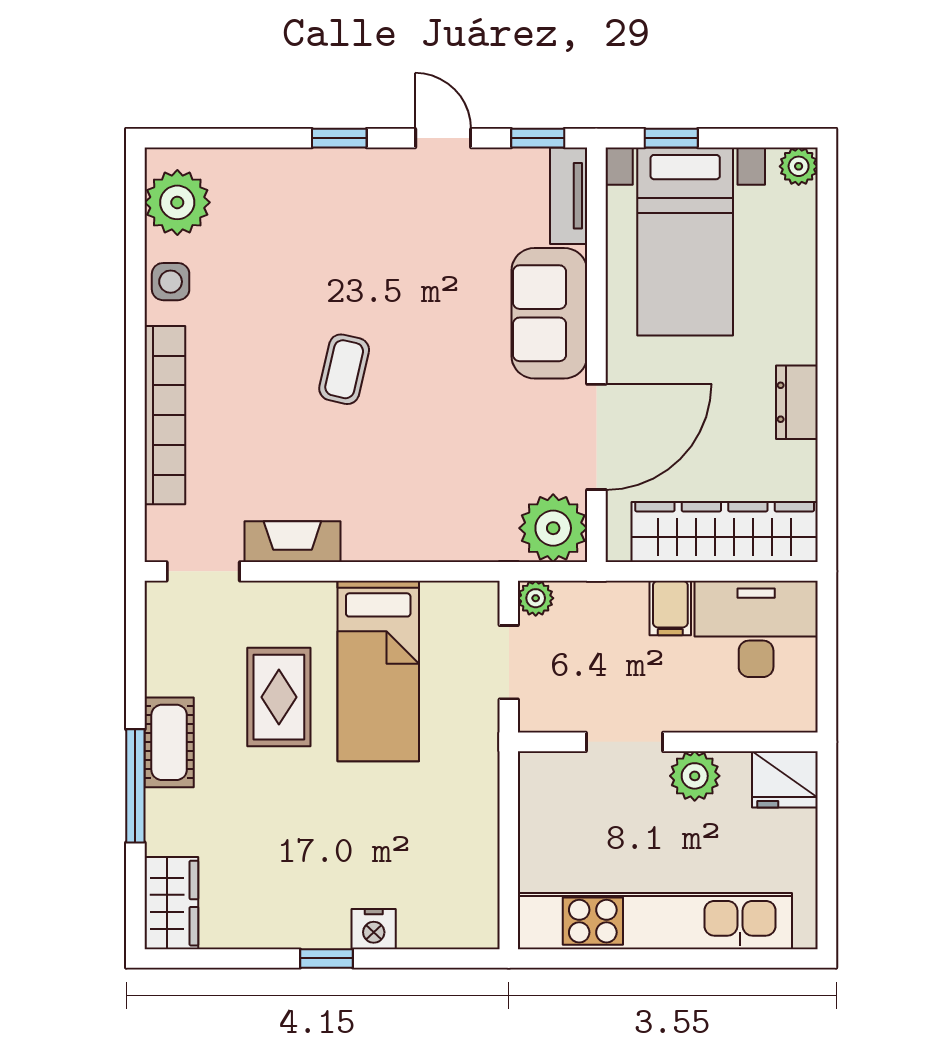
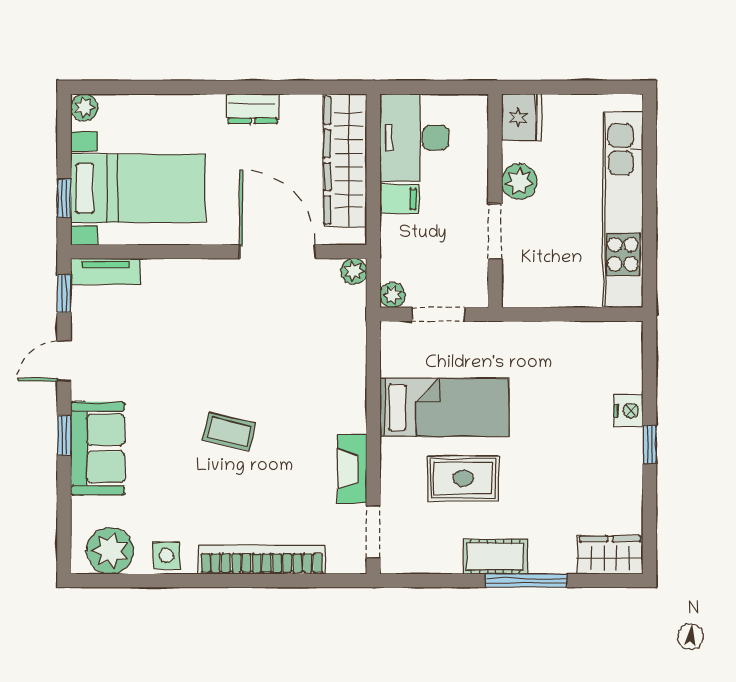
sofa: (549, 313) -> (98, 448), moved, turned -90
plant: (553, 528) -> (354, 271), width x0.53, depth x0.53

